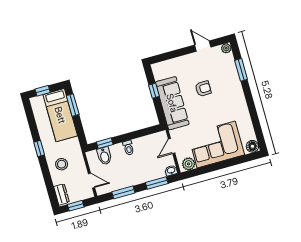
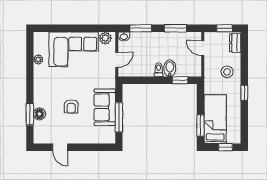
plant: (226, 48) -> (38, 59), moved
armchair: (203, 89) -> (71, 106), turned -90
window: (154, 91) -> (119, 117), width x2.17
sofa: (172, 103) -> (105, 107), width x0.73
floor lamp: (252, 146) -> (39, 114), moved
bidet: (104, 156) -> (170, 68), moved

